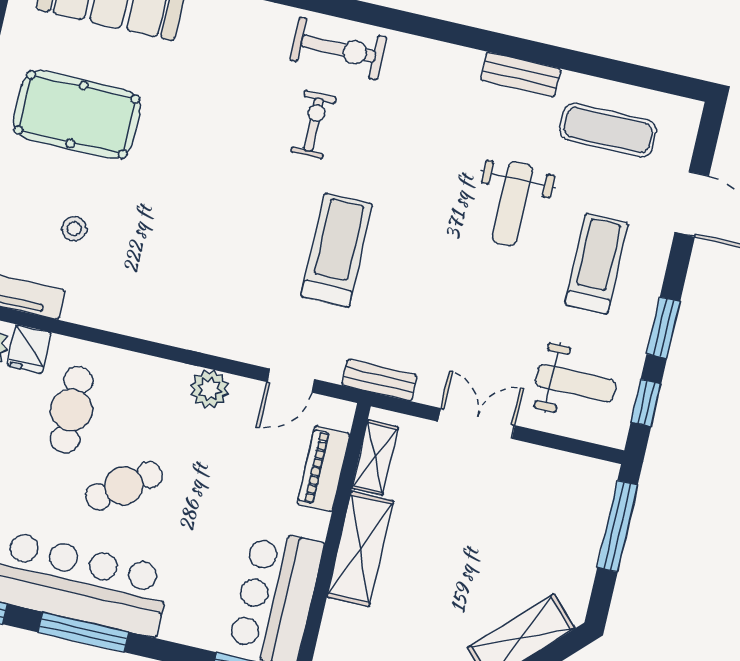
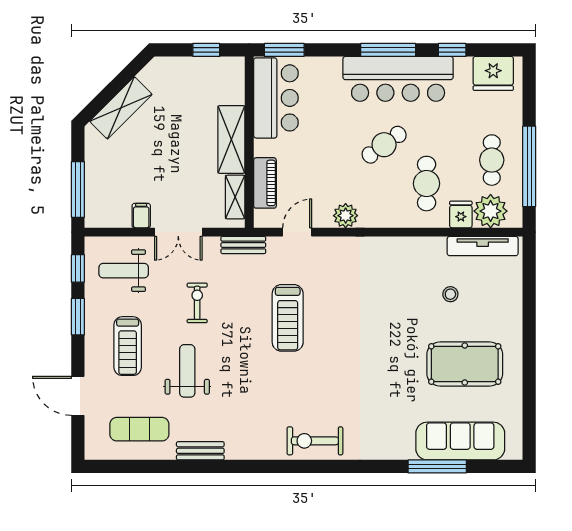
exercise bike: (314, 125) -> (197, 303), moved, turned 180
filing cabinet: (528, 463) -> (141, 216), added

